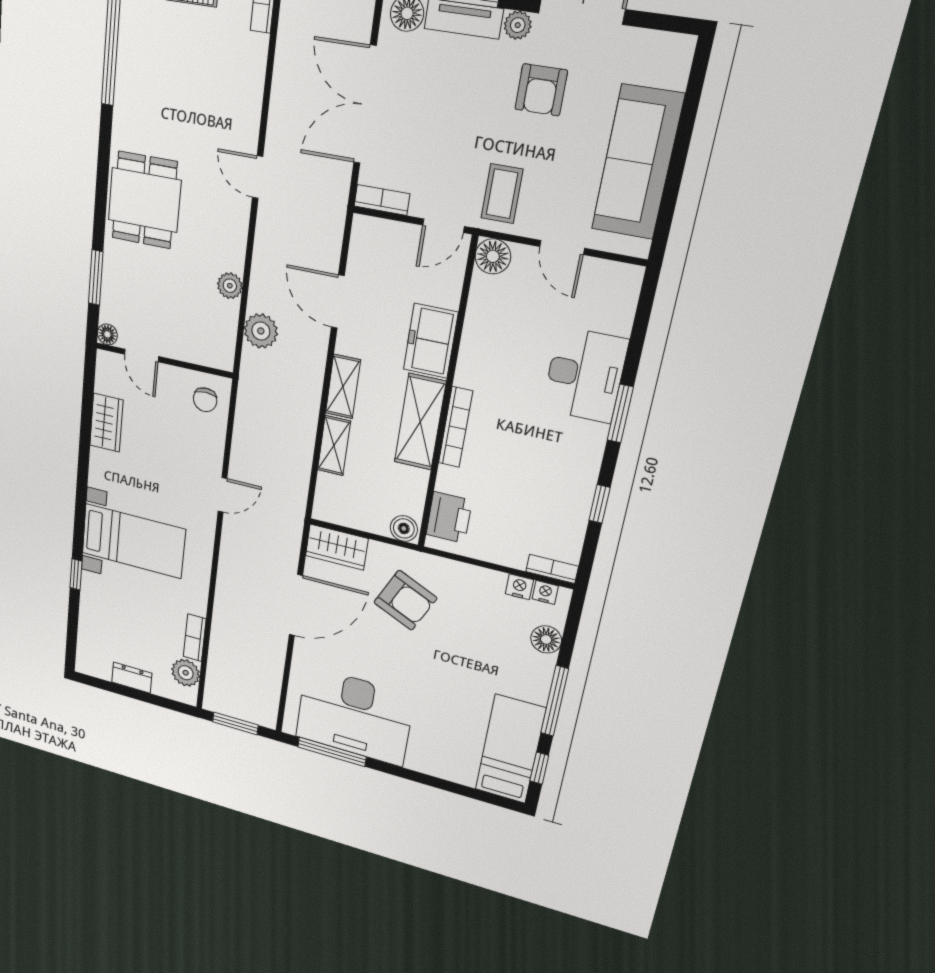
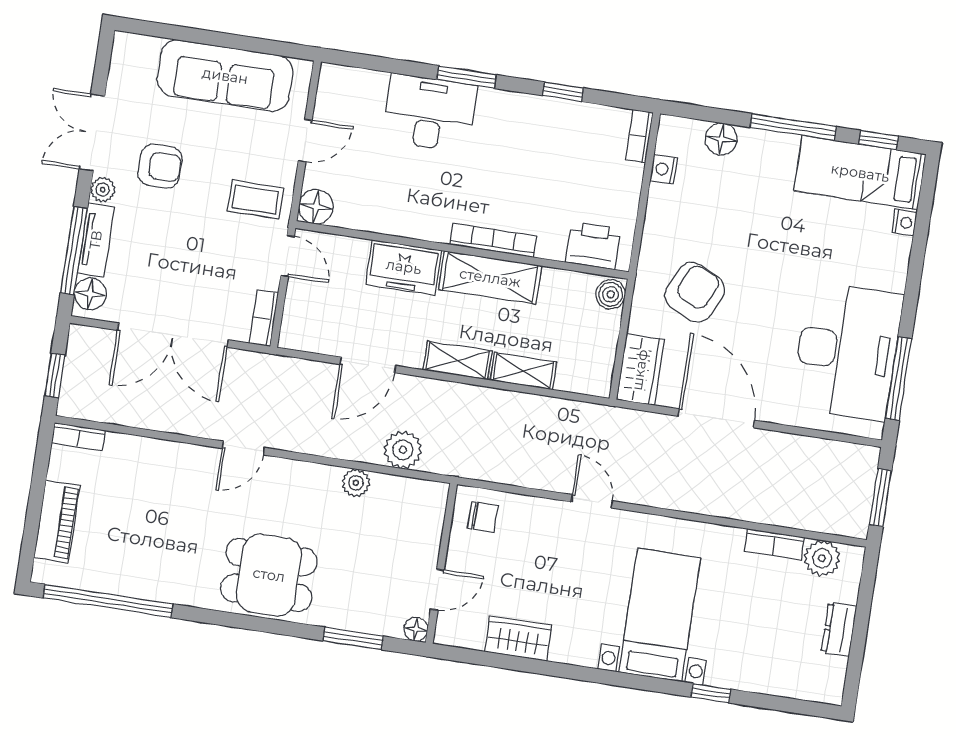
nightstand: (545, 592) -> (904, 223), moved, turned 180

